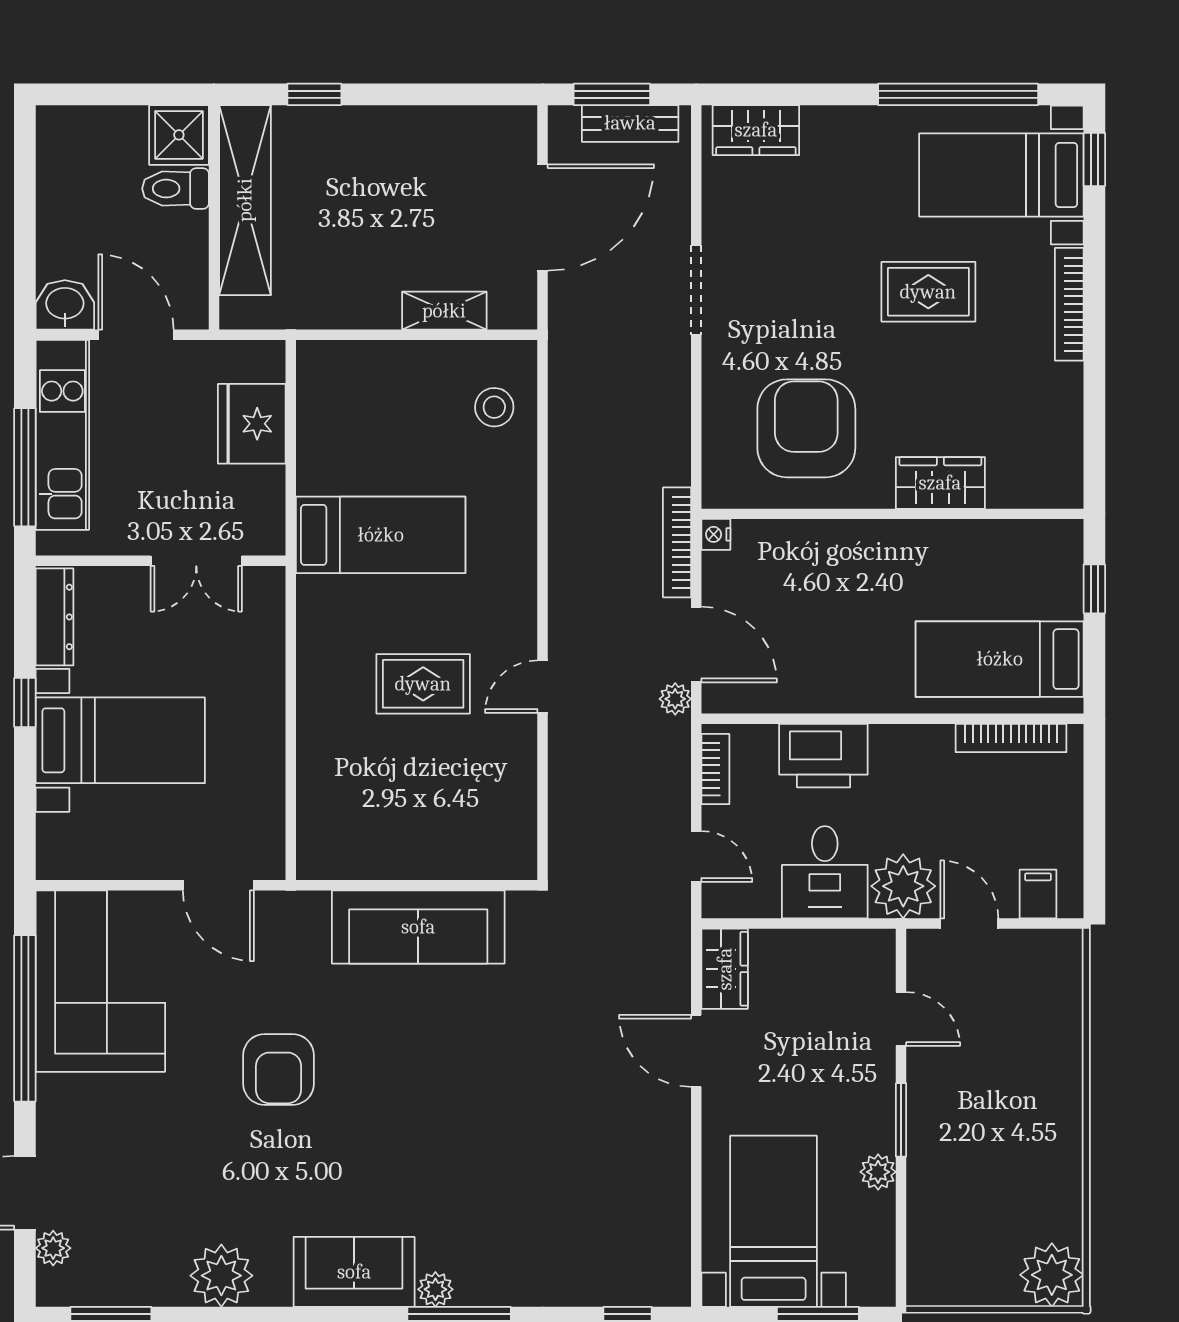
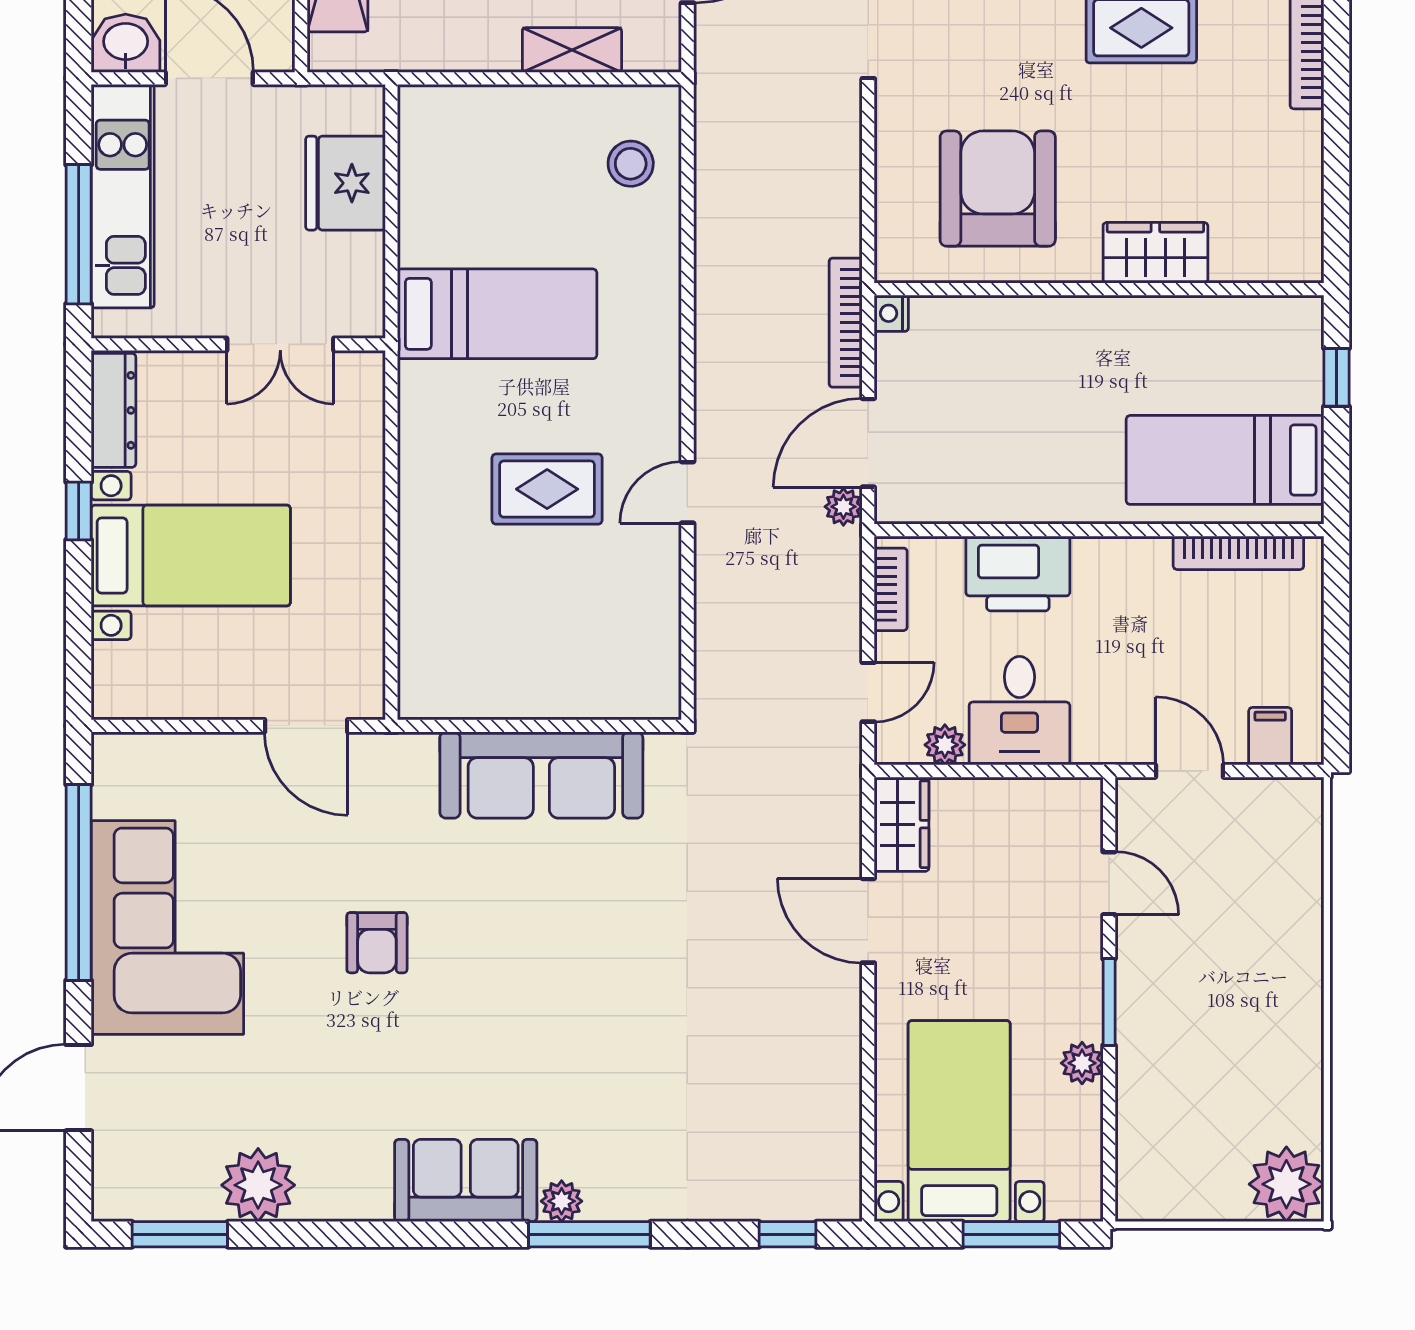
door: (696, 644) -> (868, 443), swing flipped
door: (696, 856) -> (868, 692), hinge flipped
plant: (903, 886) -> (945, 745), moved, width x0.53, depth x0.53
corner sofa: (100, 981) -> (167, 928), moved
armchair: (279, 1069) -> (377, 943), width x0.72, depth x0.72
plant: (53, 1248) -> (112, 1153), removed
plant: (221, 1276) -> (258, 1185), moved

